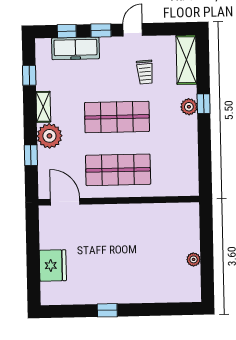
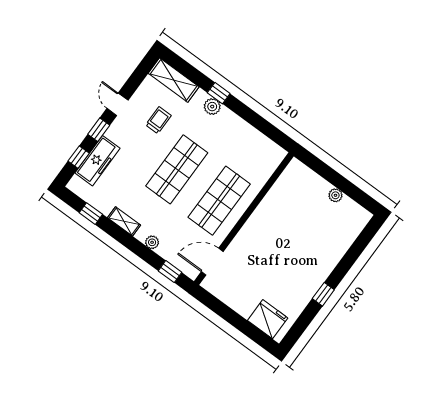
trolley: (145, 72) -> (158, 120), turned -86
plant: (49, 136) -> (152, 242), width x0.53, depth x0.53
window: (31, 155) -> (170, 272), moved
fridge: (53, 265) -> (268, 319), moved

